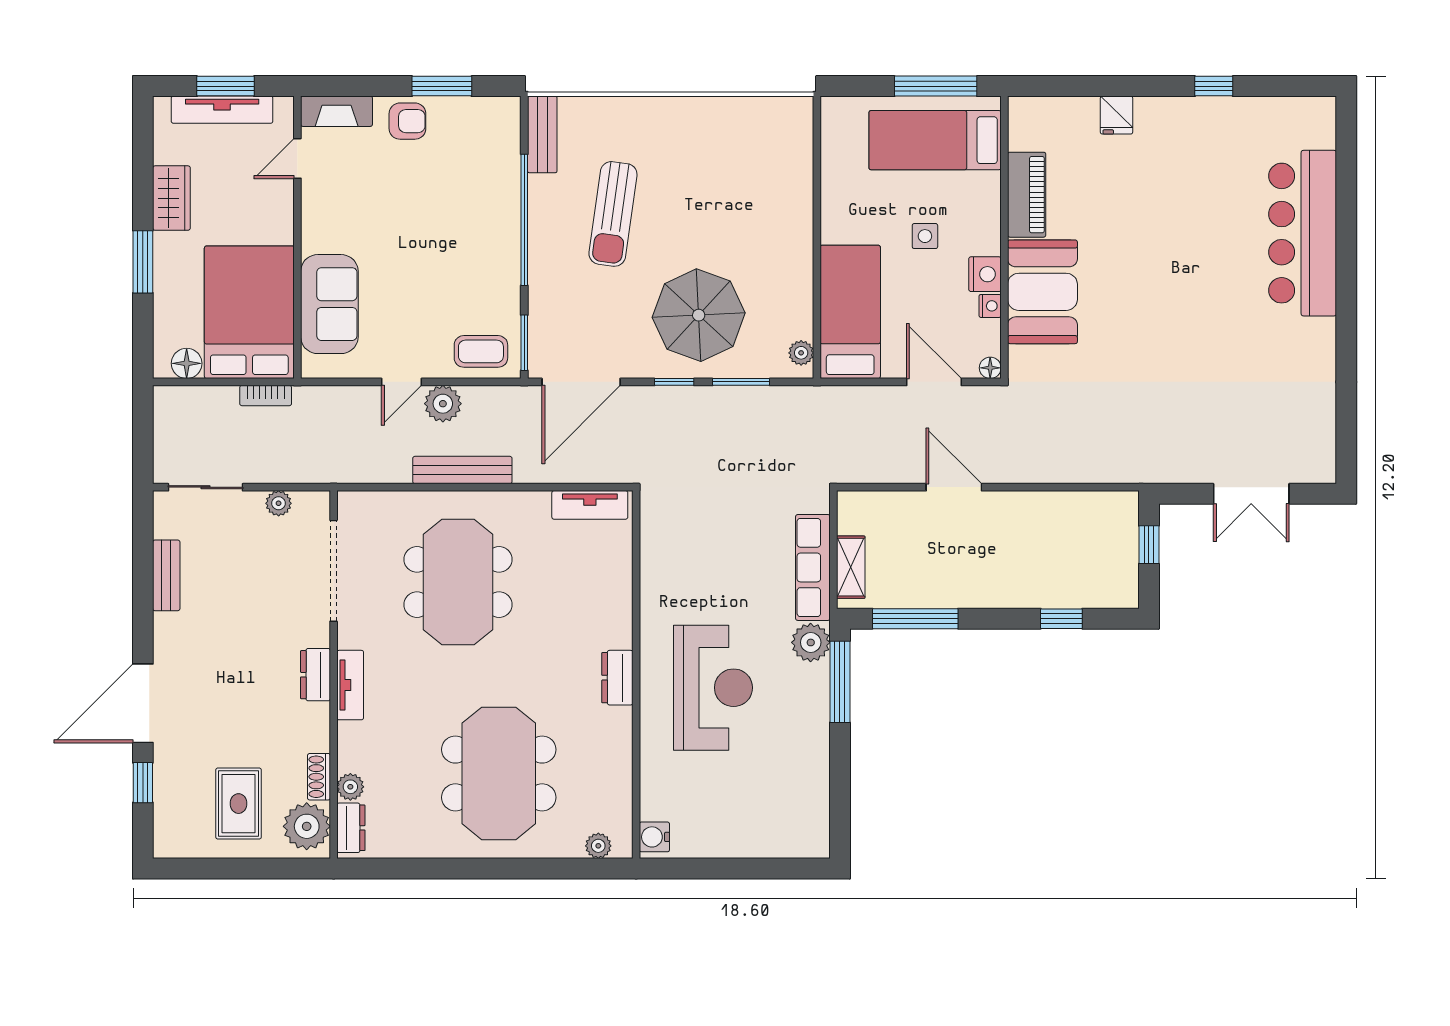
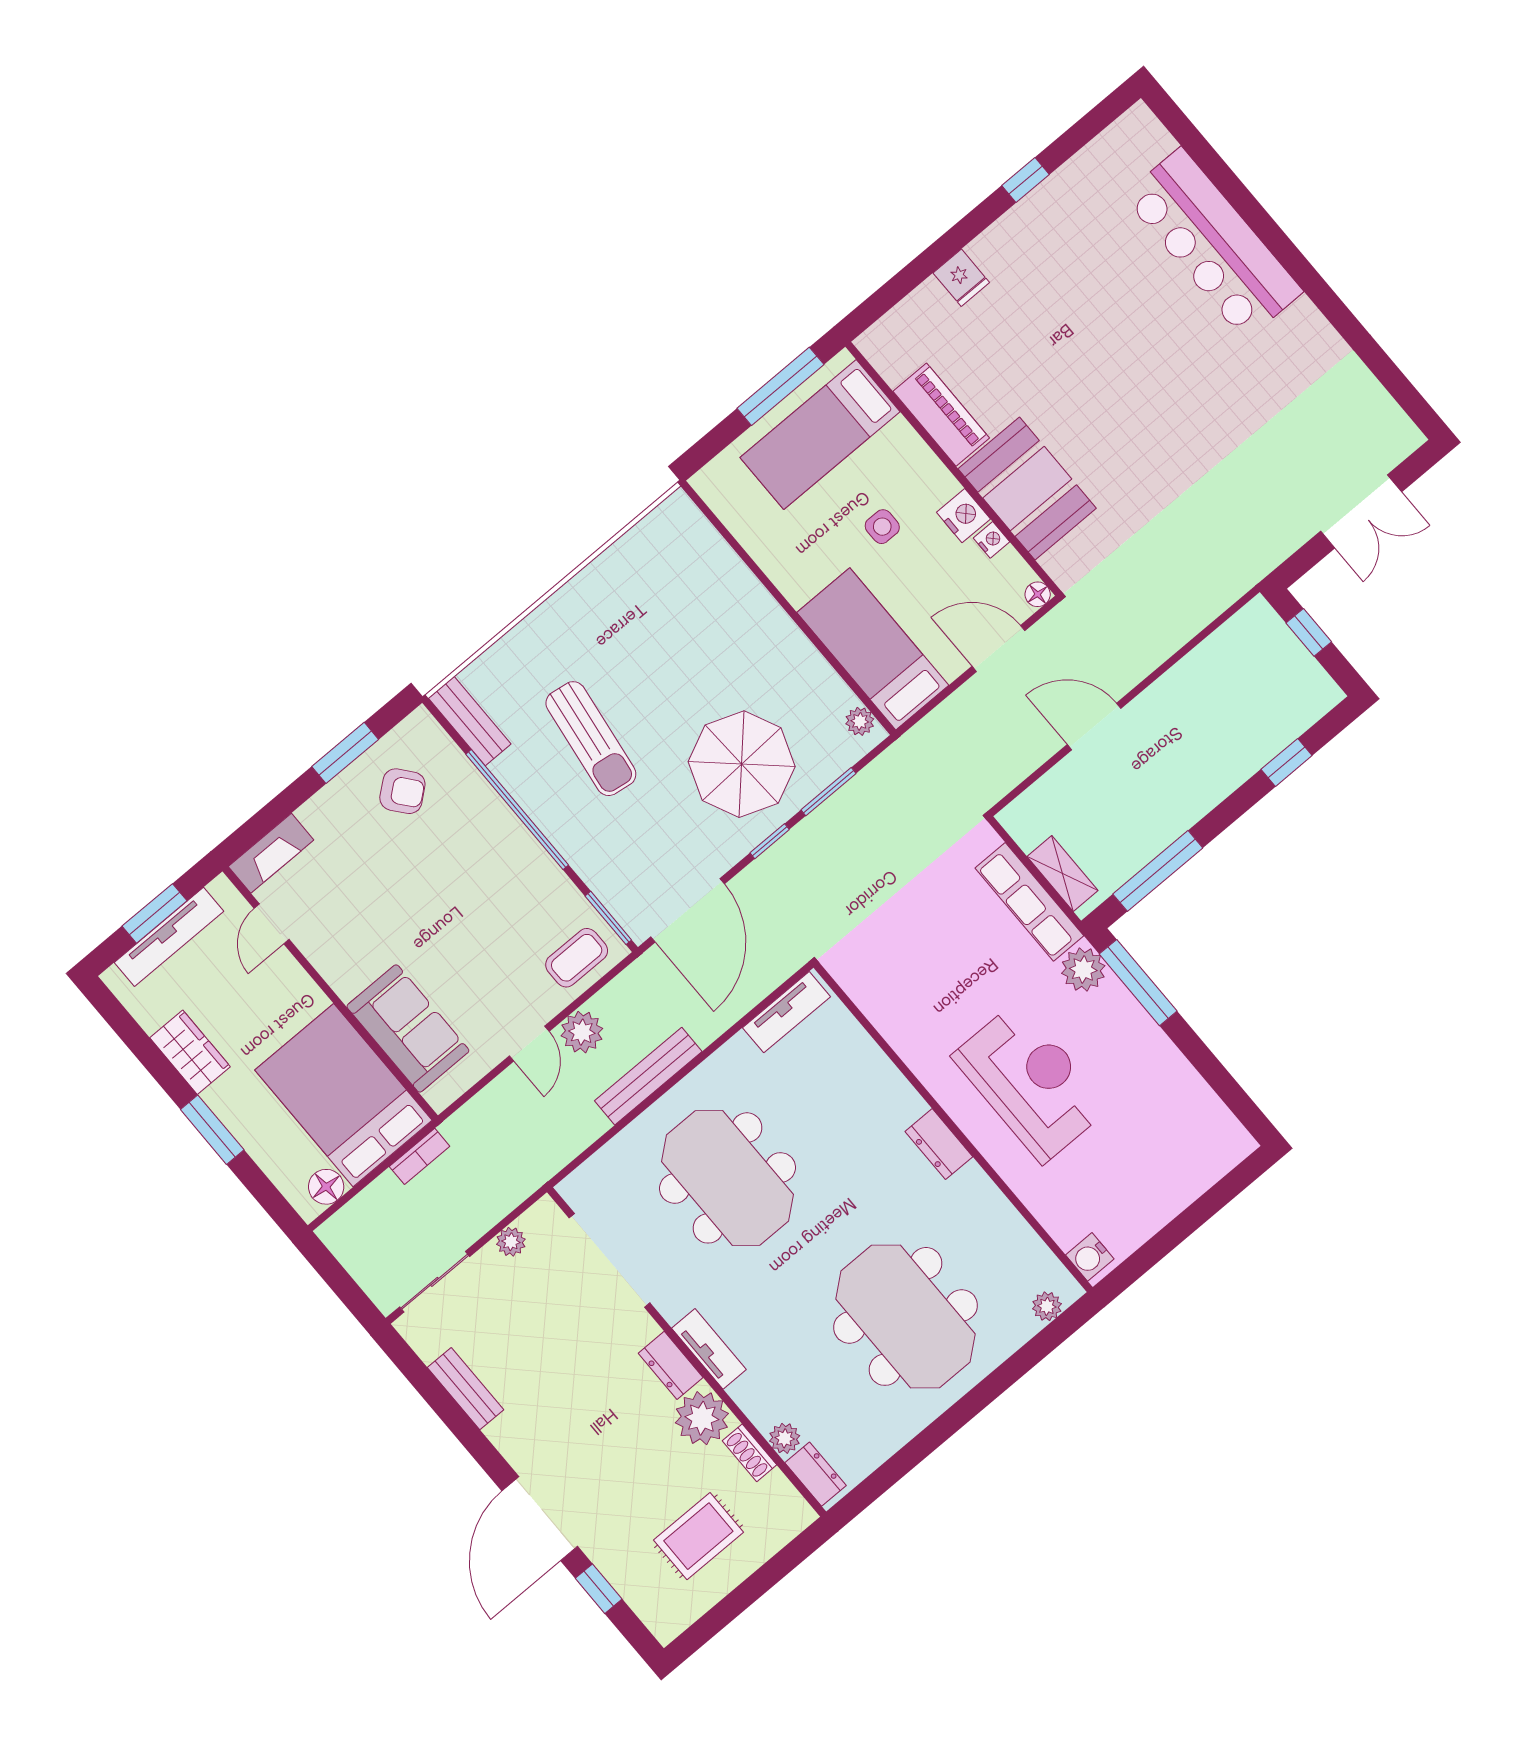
armchair: (407, 121) -> (402, 791), moved, turned 51
rug: (239, 804) -> (698, 1536), turned 90
plant: (307, 826) -> (702, 1418), moved

